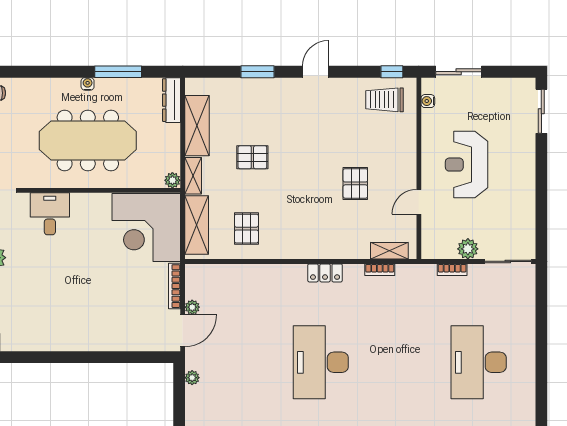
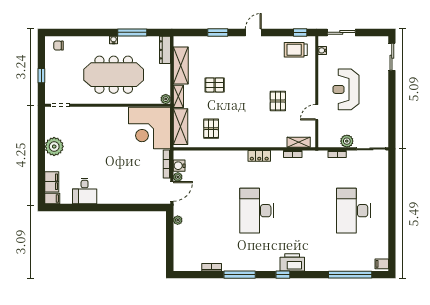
desk: (50, 214) -> (85, 191), moved, turned 180
water cooler: (194, 289) -> (179, 166), added

